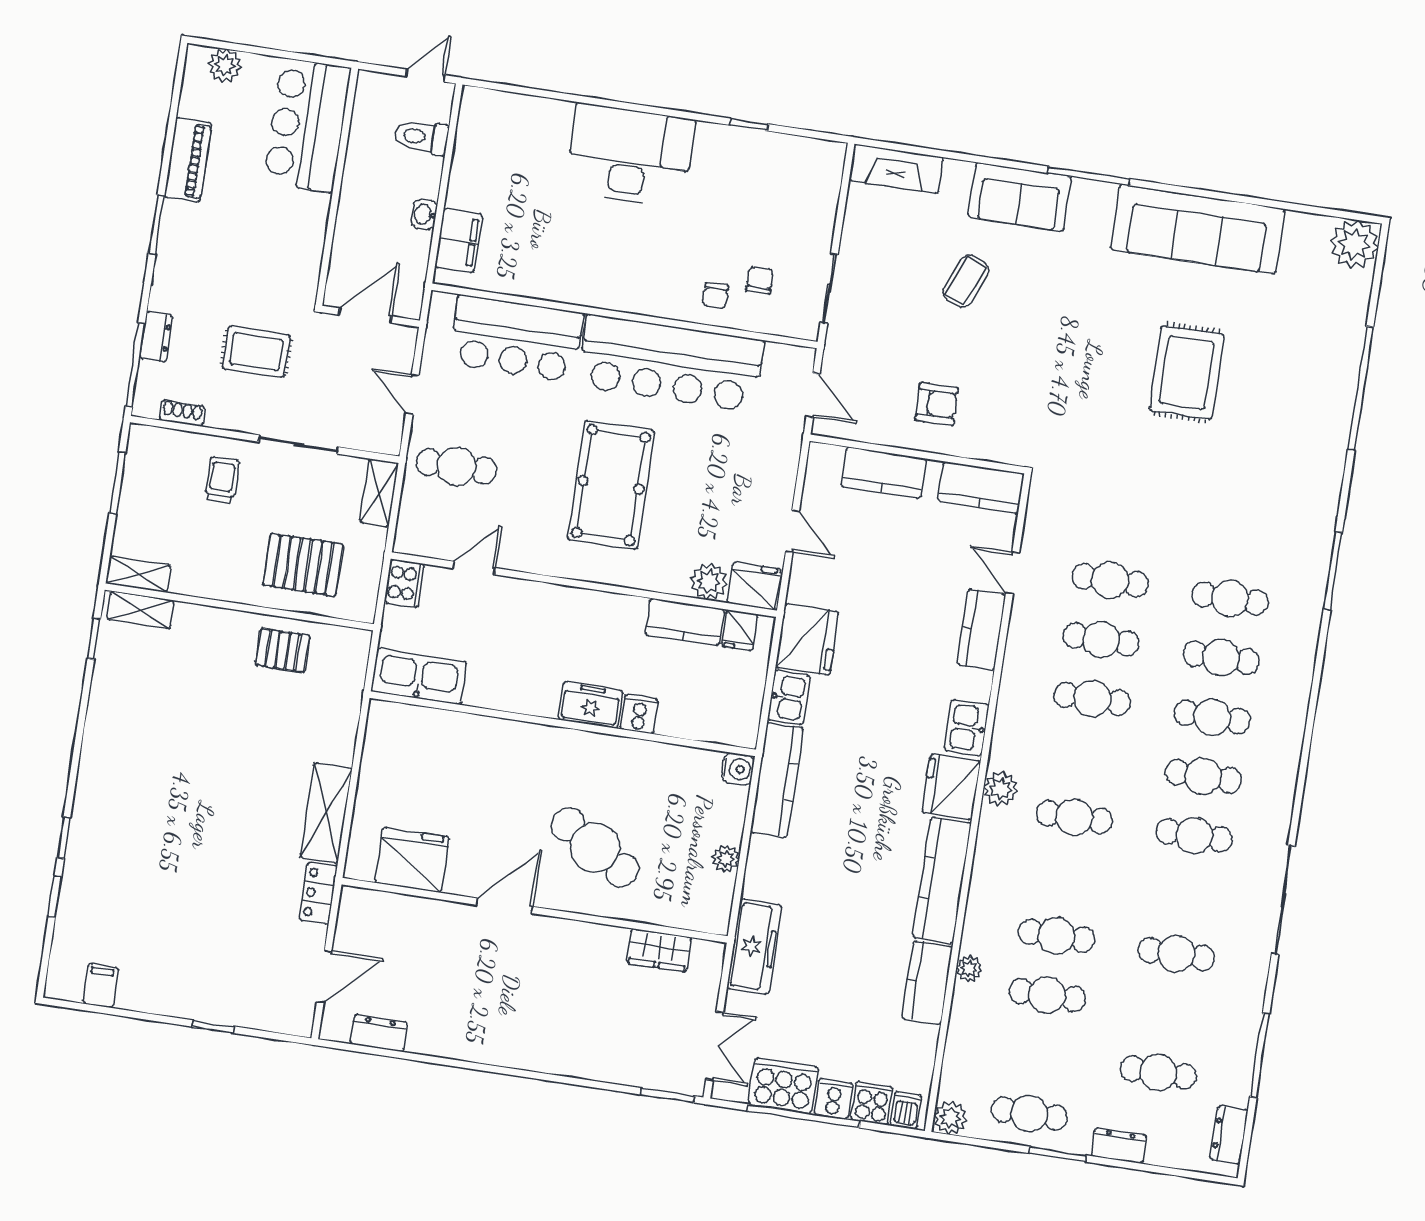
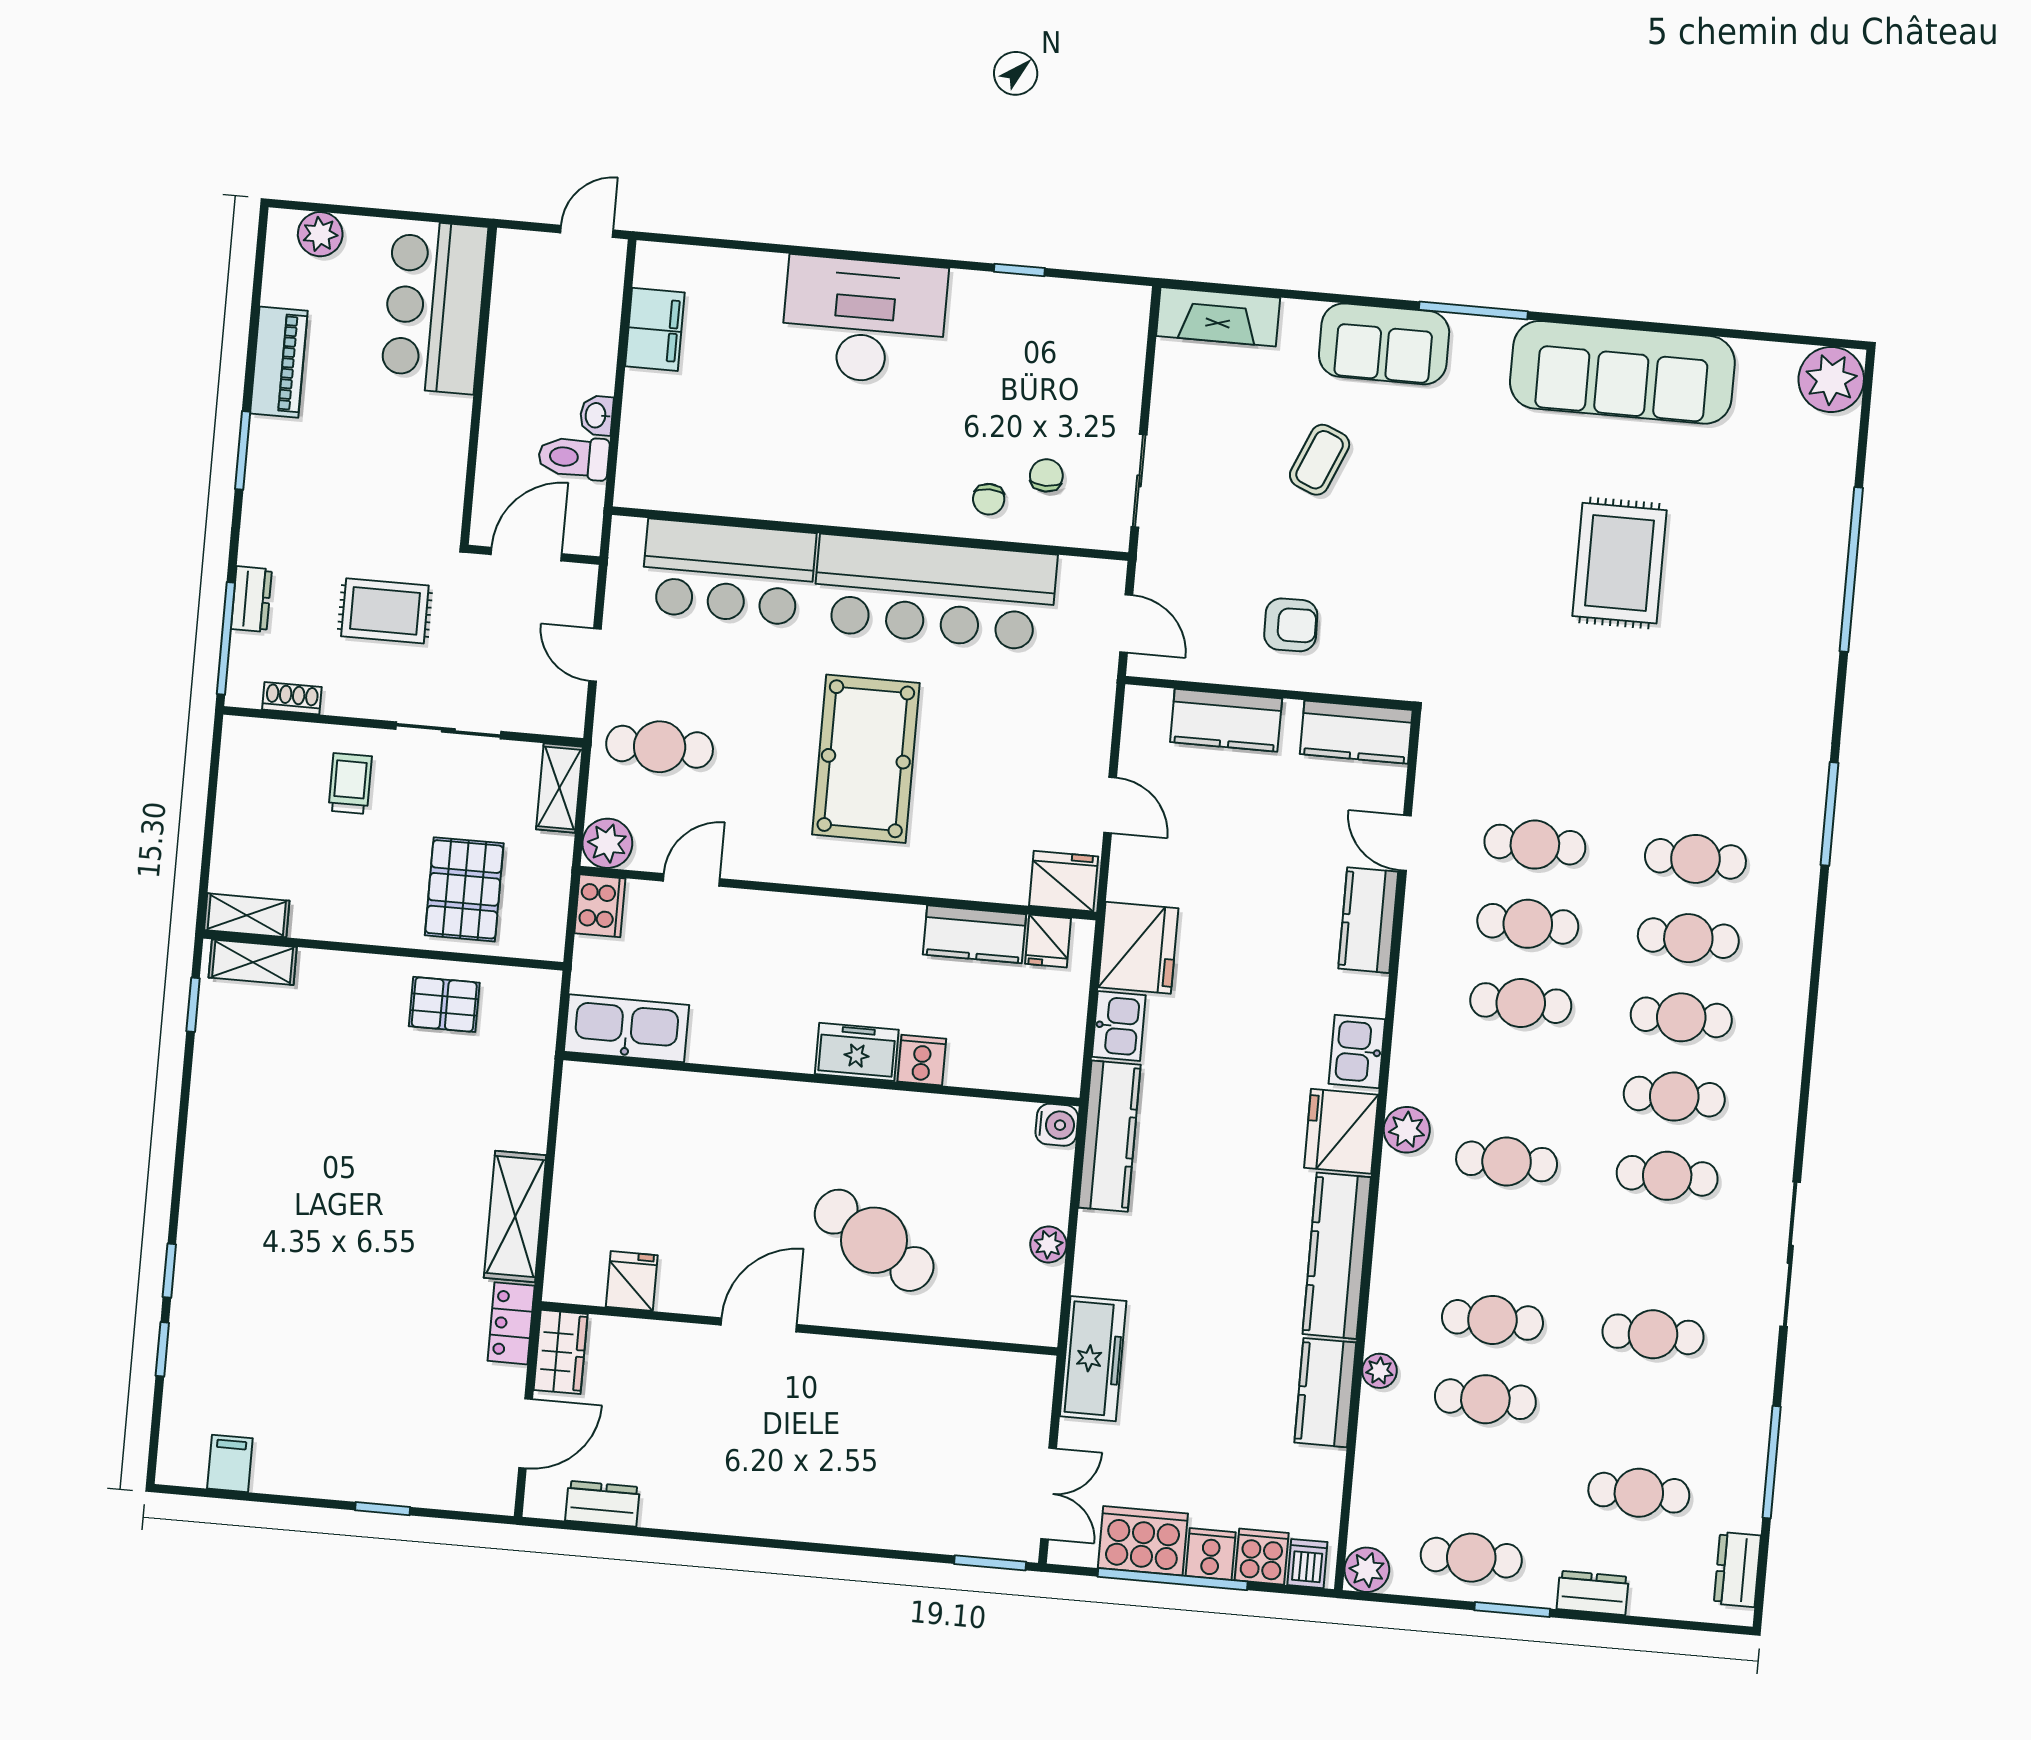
toilet: (421, 137) -> (574, 457), moved
filing cabinet: (459, 241) -> (655, 329), moved
window: (117, 483) -> (212, 796), removed
pallet: (303, 565) -> (464, 889), turned 90
plant: (709, 581) -> (607, 843), moved
fridge: (412, 860) -> (632, 1281), width x0.53, depth x0.75
wardrobe: (659, 950) -> (561, 1352), moved, turned -90

